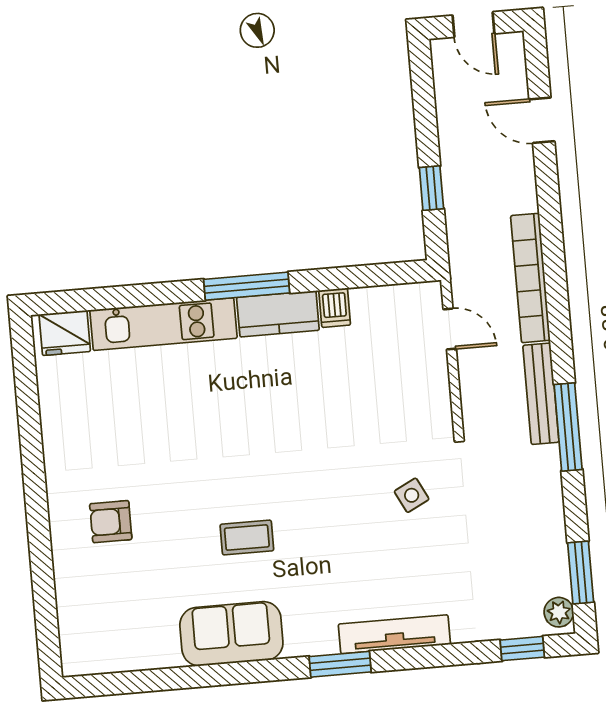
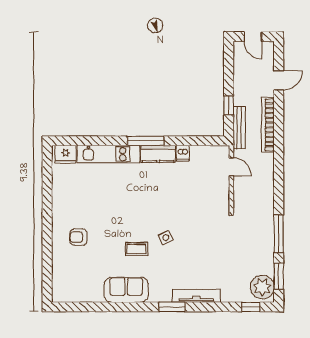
door: (542, 120) -> (279, 80), swing flipped
bookcase: (530, 278) -> (268, 125), moved
bench: (541, 394) -> (239, 128), moved
window: (568, 427) -> (279, 234), moved
side table: (412, 495) -> (166, 238), moved
plant: (559, 612) -> (262, 287), width x1.87, depth x1.87

